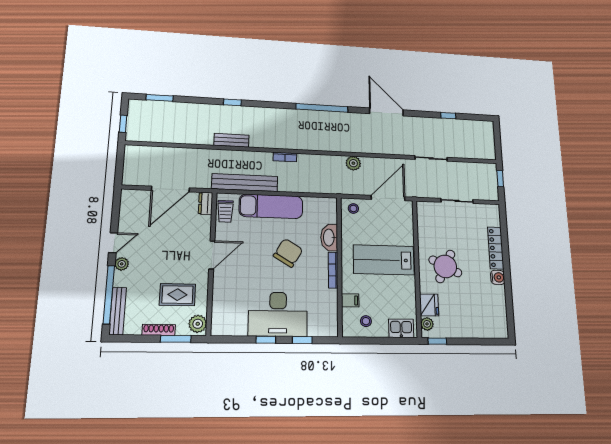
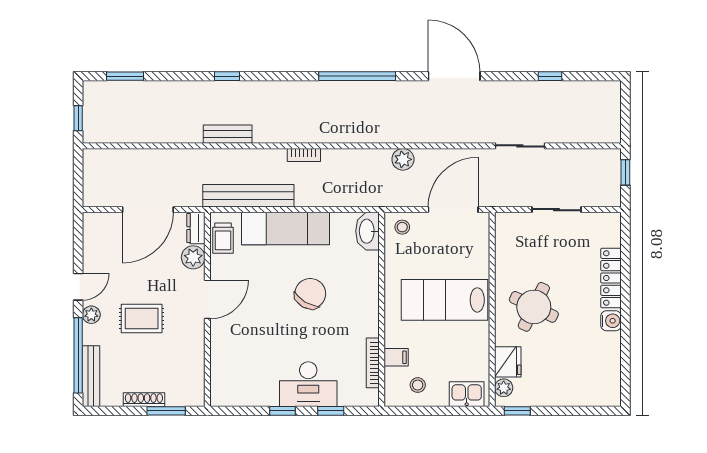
washbasin: (329, 238) -> (367, 231), moved
bookcase: (333, 270) -> (373, 363), moved
rug: (177, 295) -> (142, 318), moved
desk: (278, 314) -> (308, 384), width x0.73, depth x0.77
plant: (198, 324) -> (193, 257), moved

